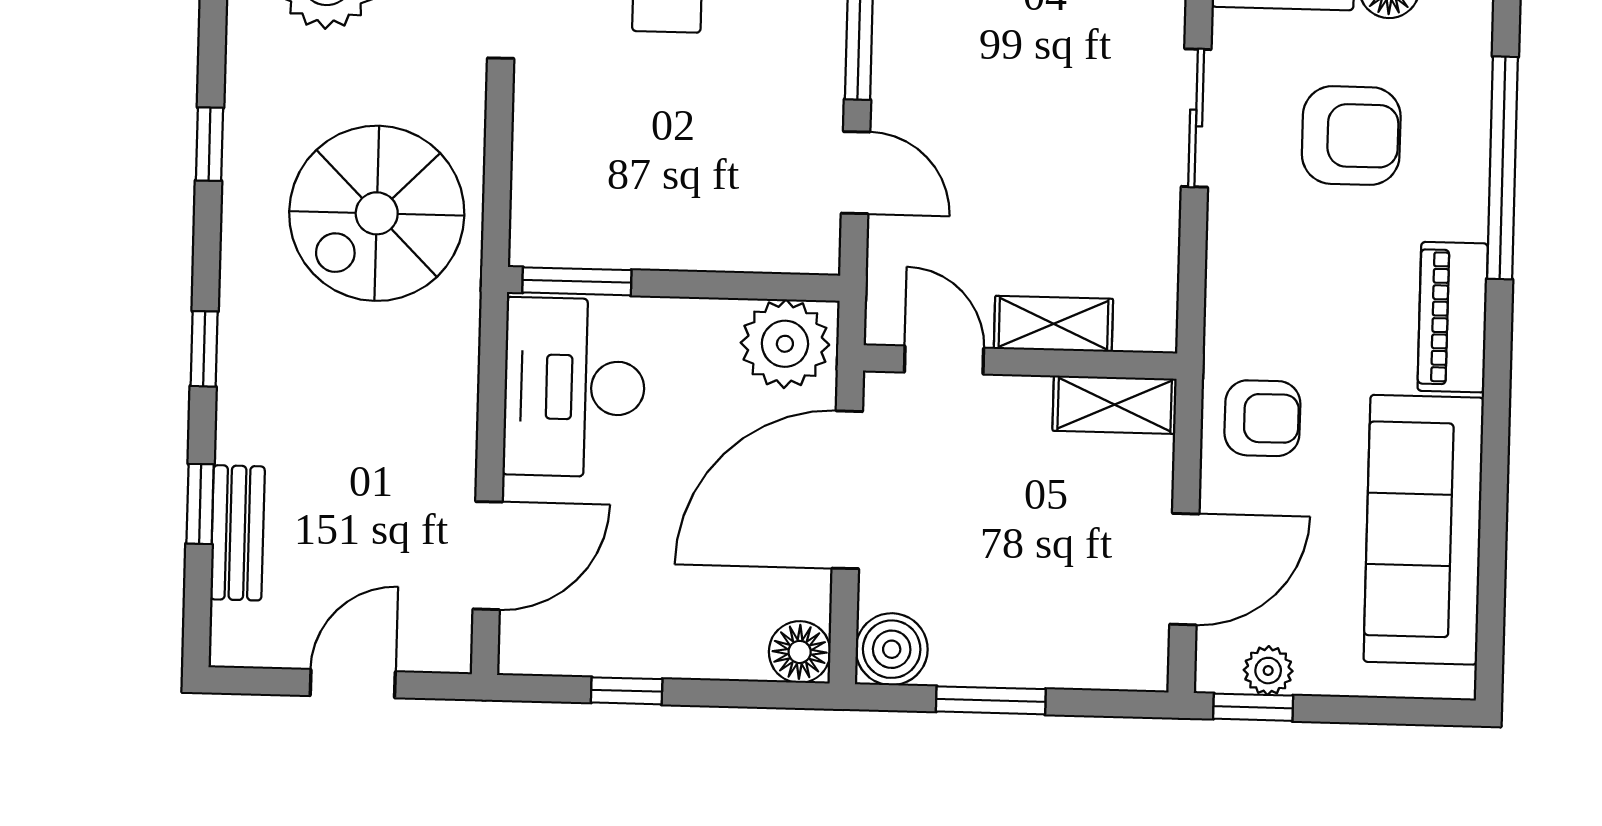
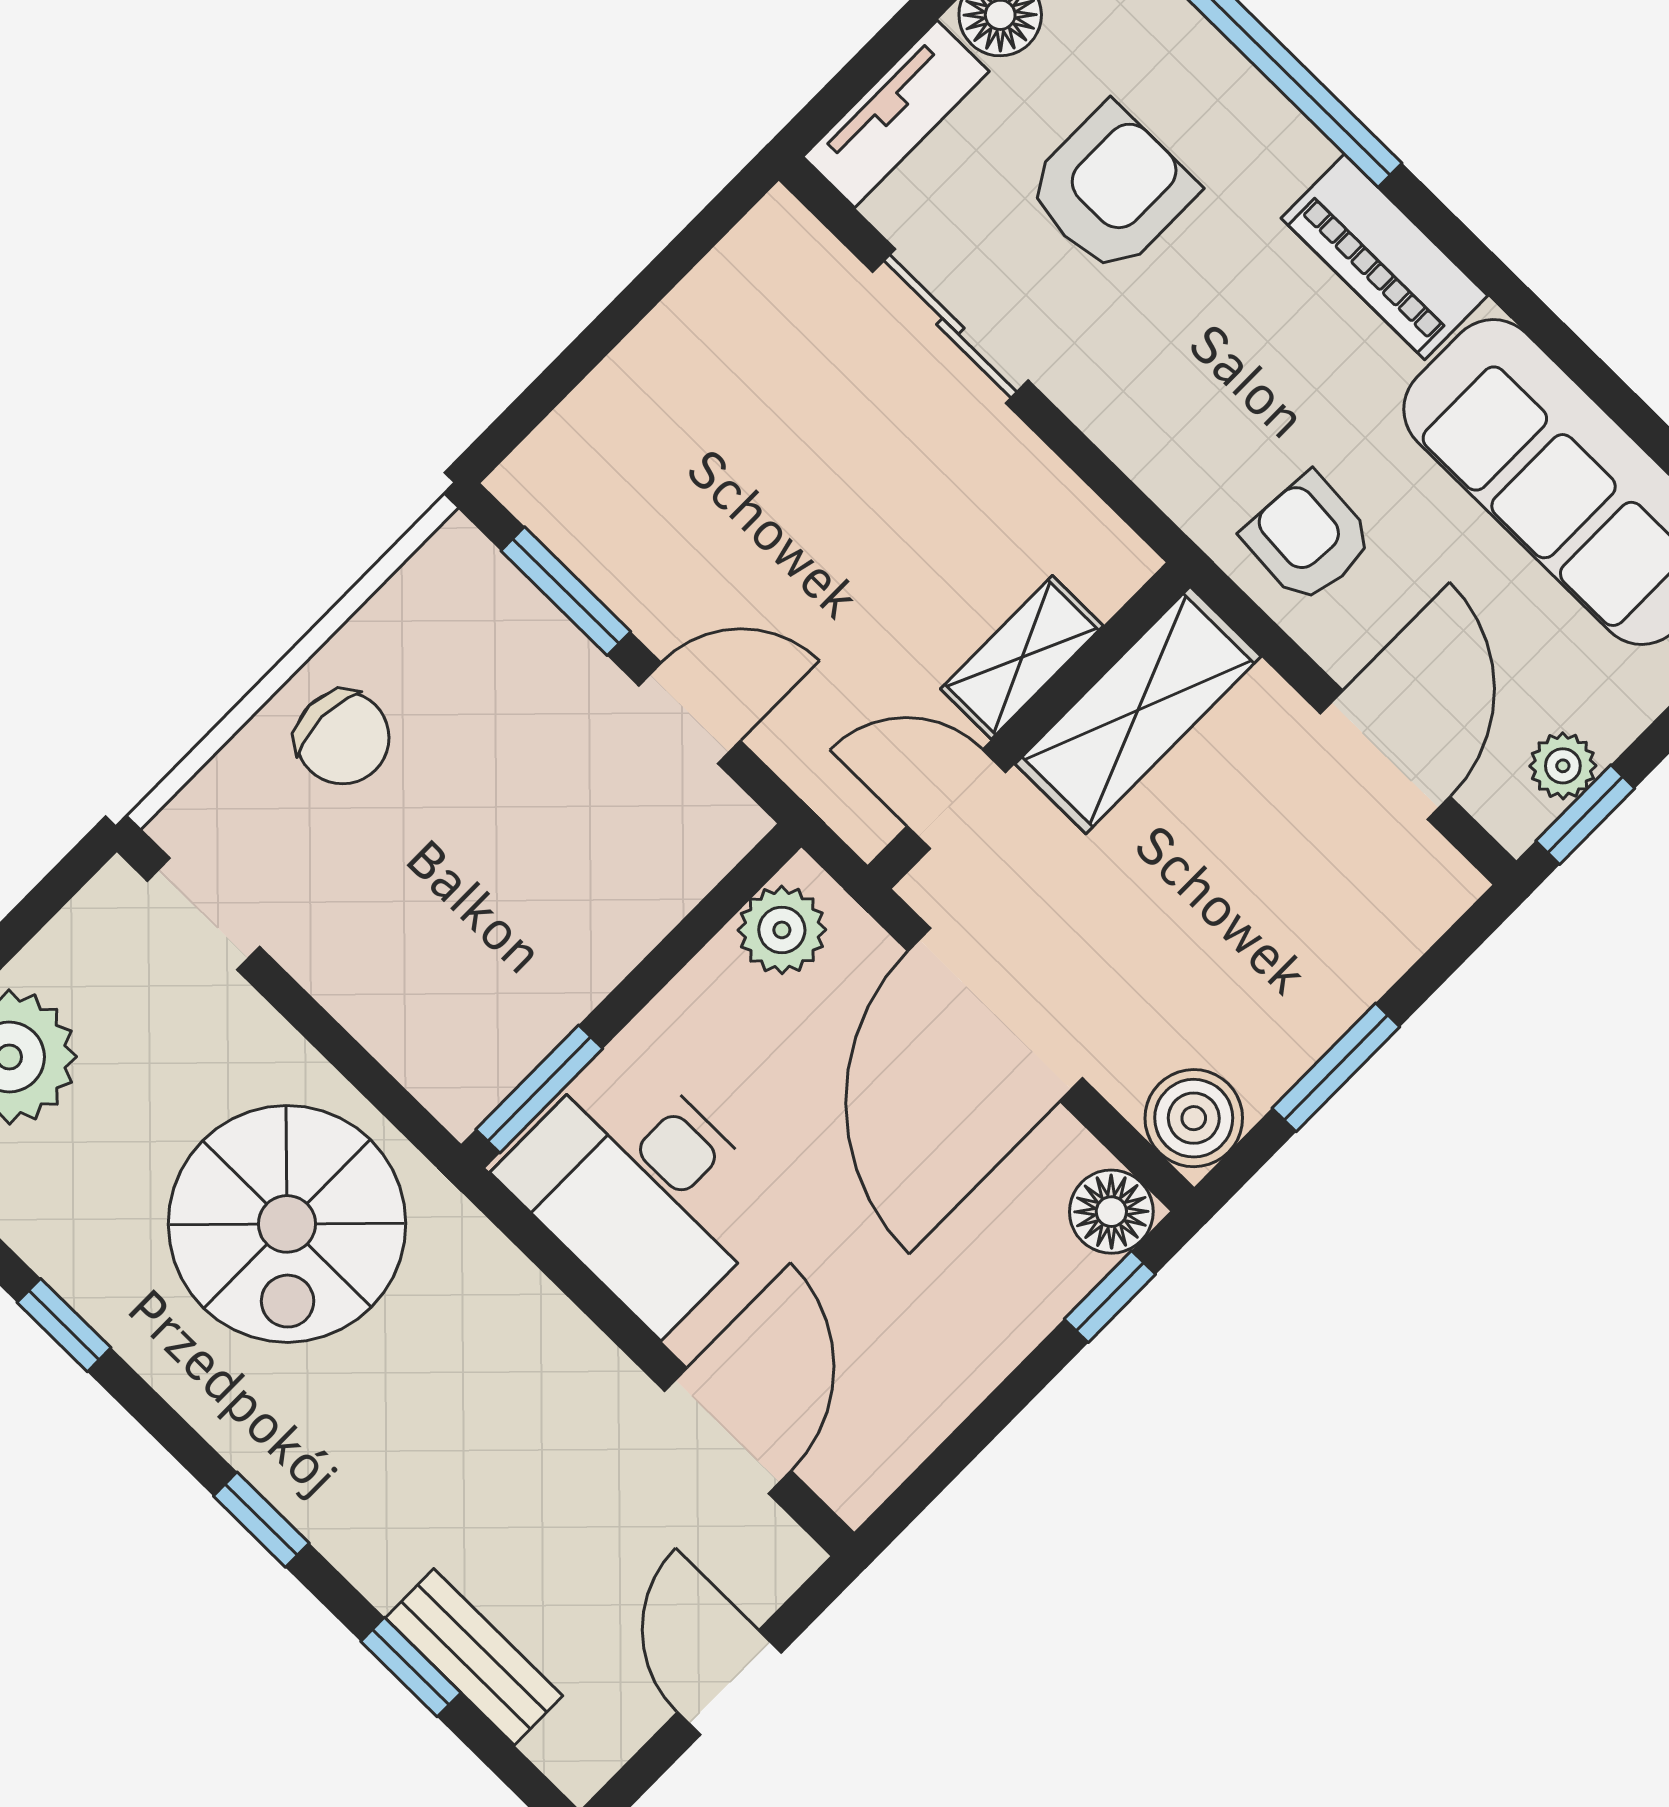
plant: (785, 344) -> (782, 930), width x0.73, depth x0.73
shelving: (1115, 405) -> (1138, 710), width x1.50, depth x1.33
armchair: (1262, 418) -> (1308, 538), turned -86
window: (627, 691) -> (1110, 1297), moved

